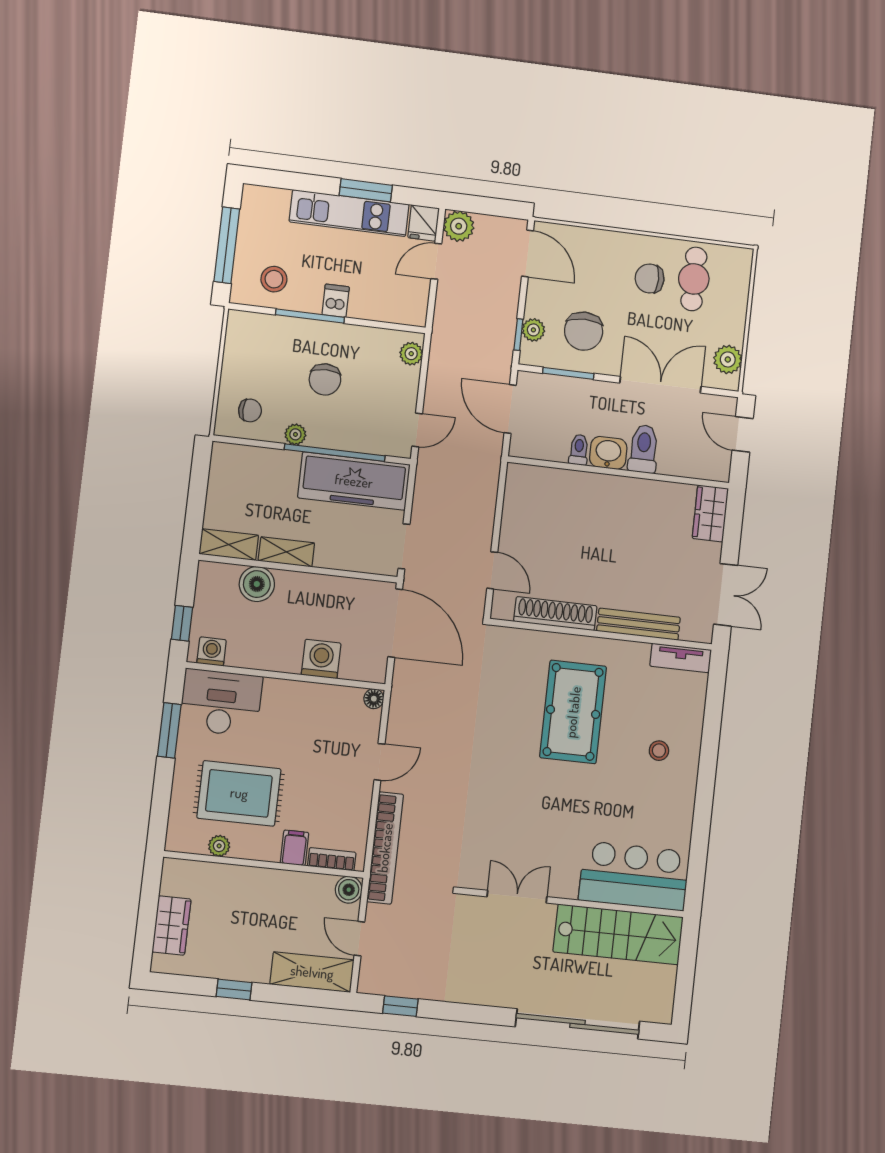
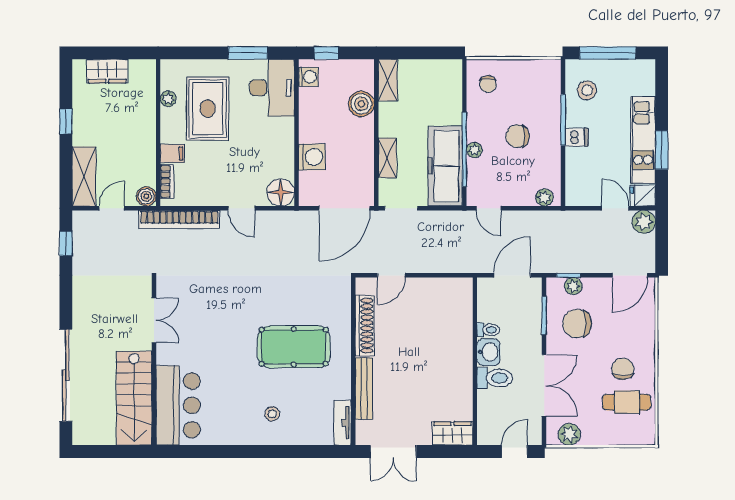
plant: (295, 434) -> (474, 150), moved
shelving: (286, 552) -> (387, 158), moved
floor lamp: (374, 699) -> (281, 192), width x1.89, depth x1.89

